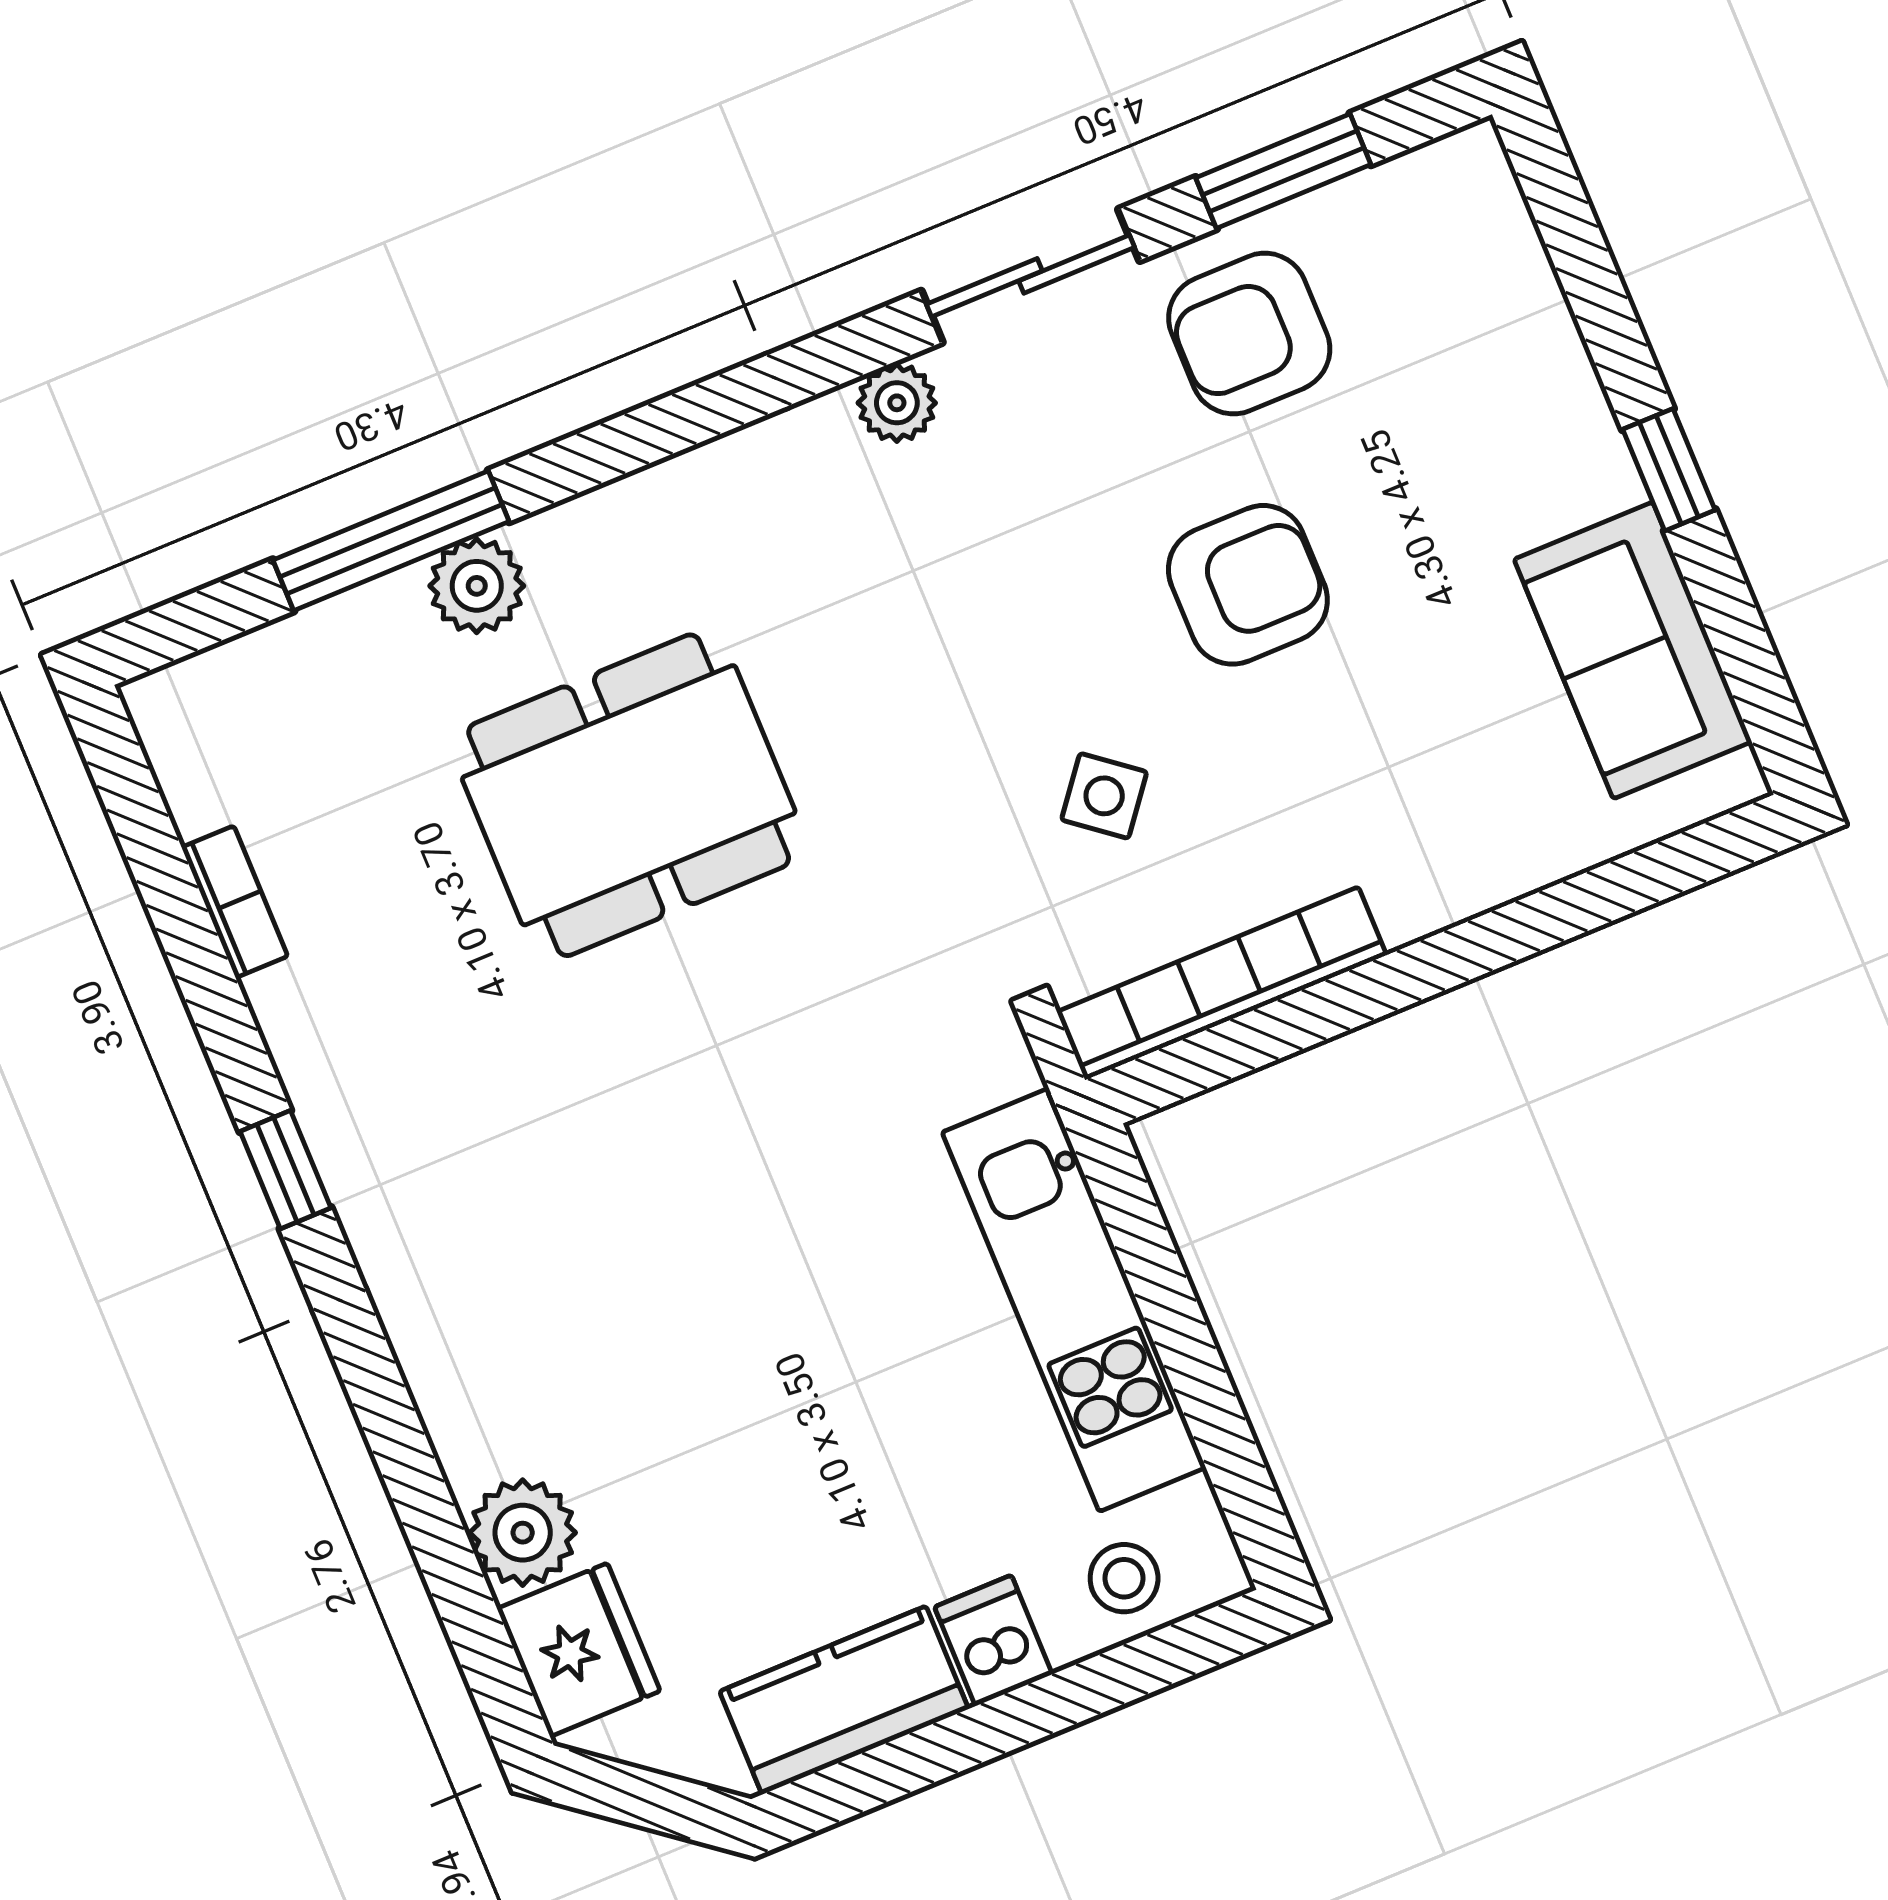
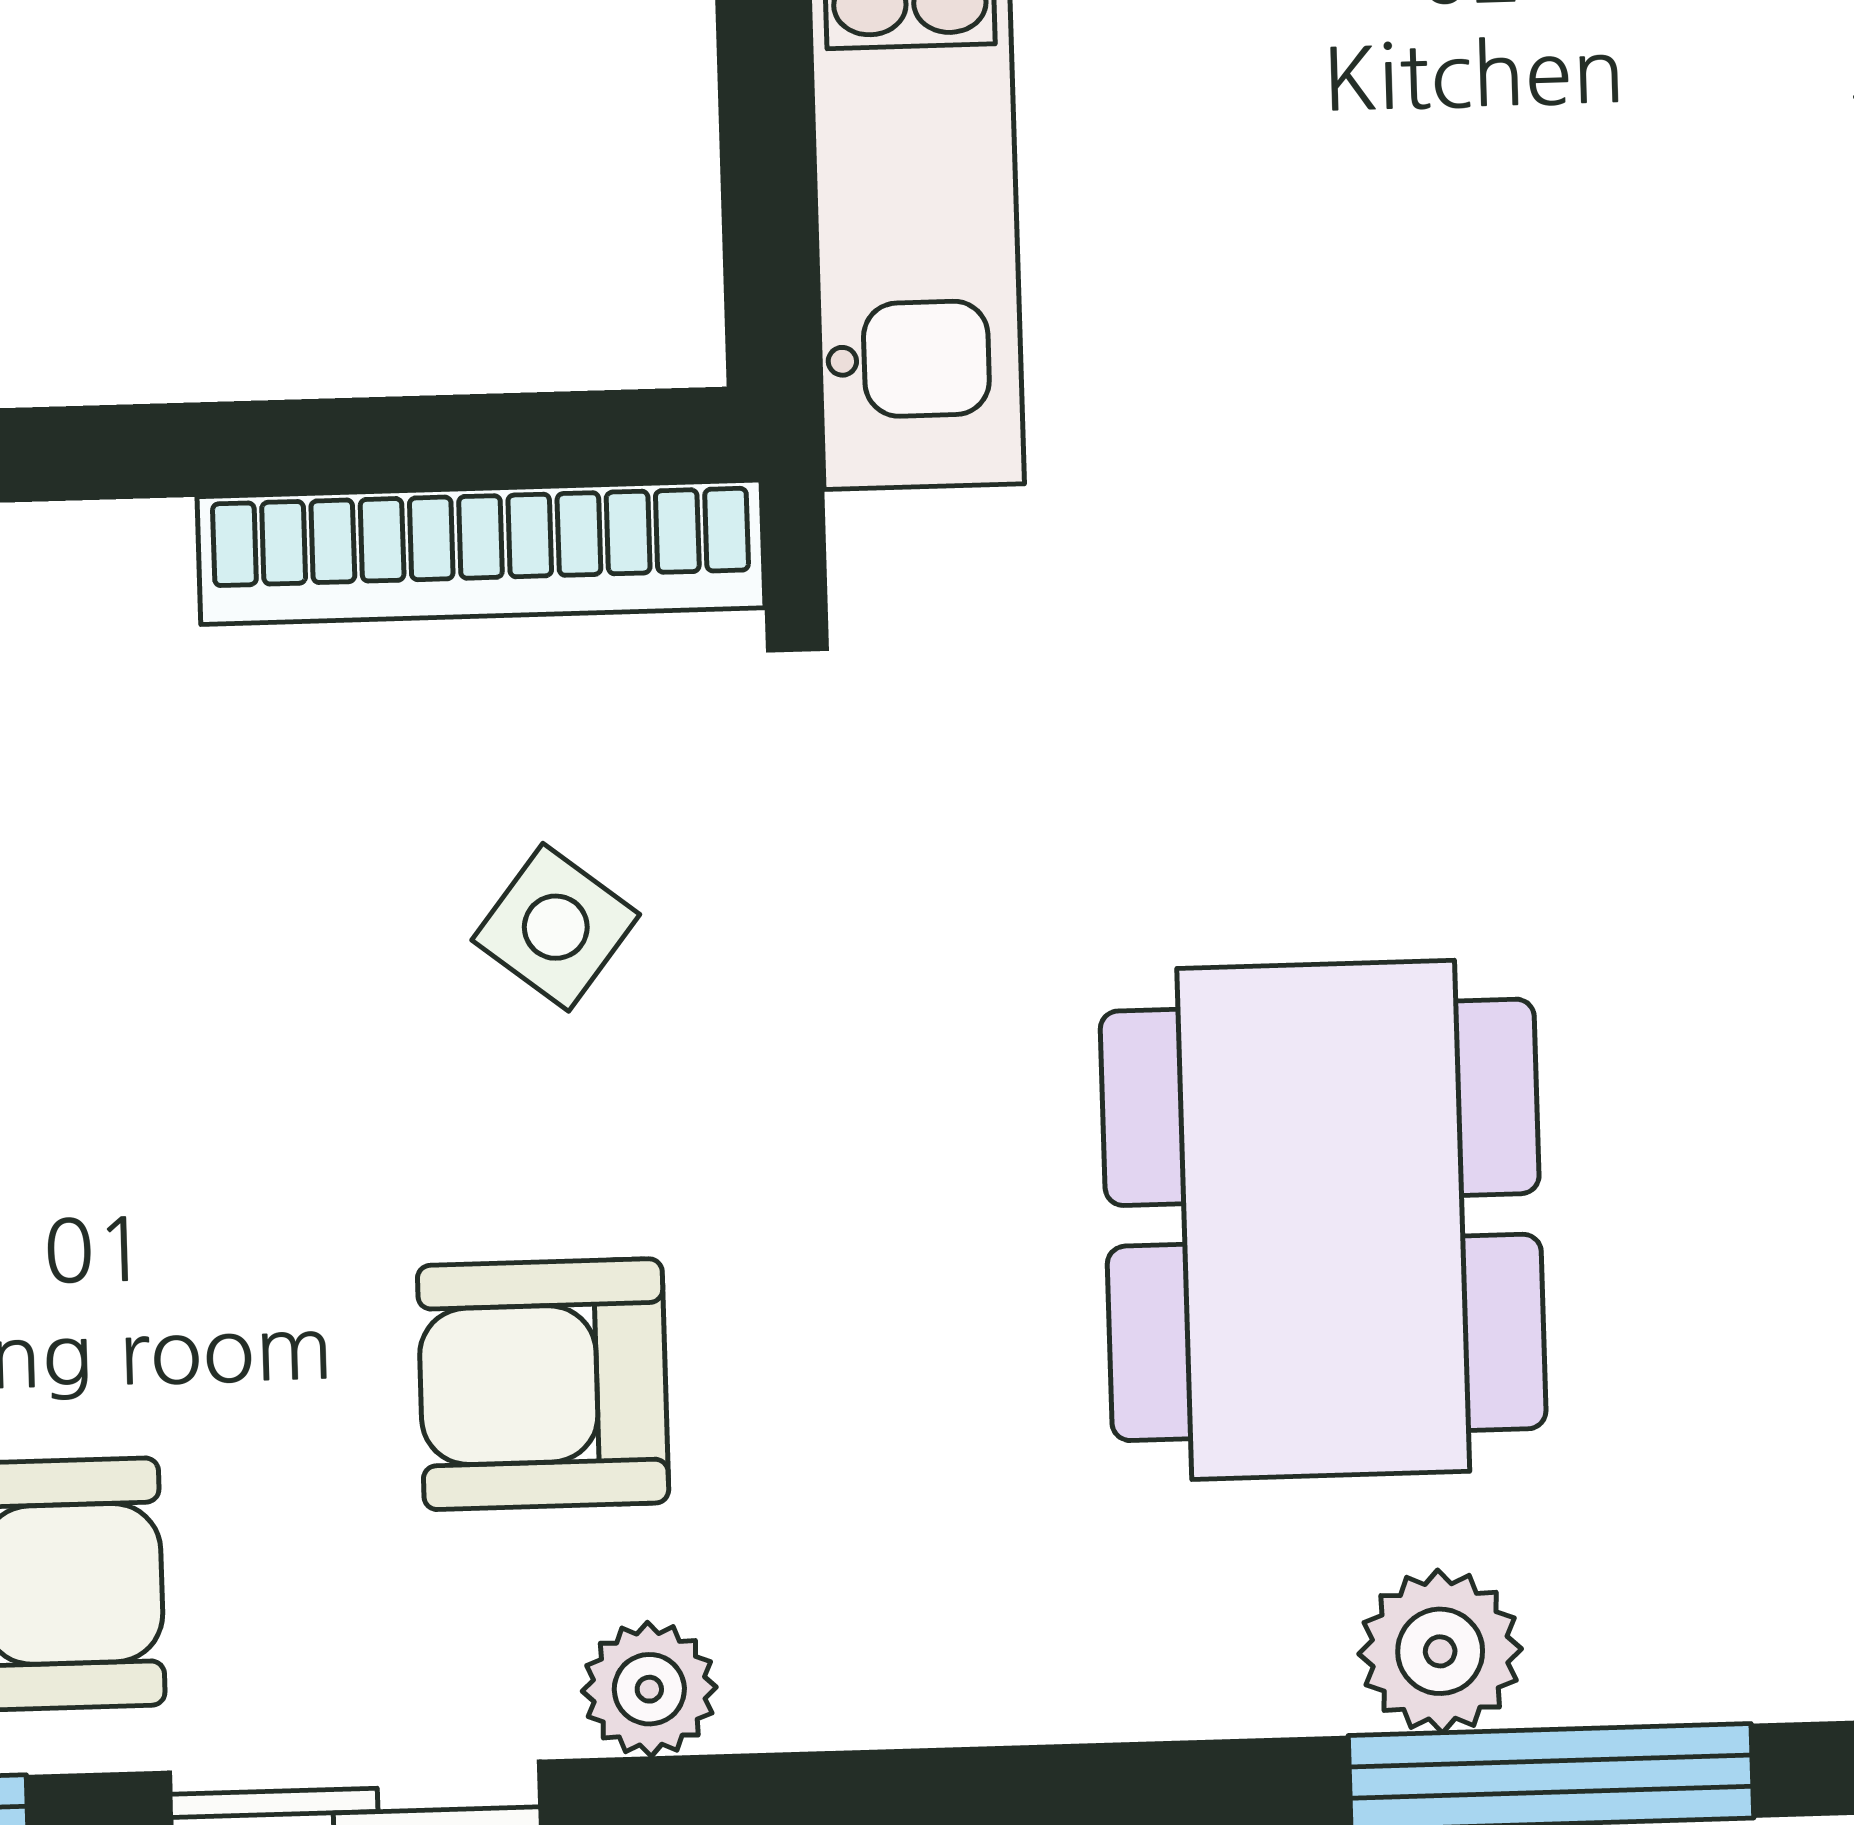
armchair: (1248, 585) -> (543, 1384), moved
dining table: (629, 795) -> (1323, 1220), turned 90

